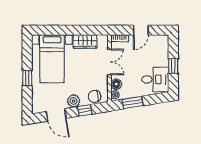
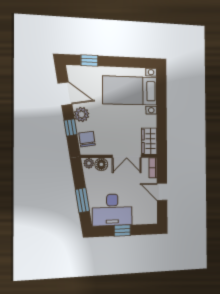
wardrobe: (85, 42) -> (149, 141), moved
window: (27, 78) -> (90, 61), moved
desk: (155, 79) -> (112, 210), width x1.37
window: (133, 103) -> (82, 200), moved
door: (56, 115) -> (65, 94), swing flipped

